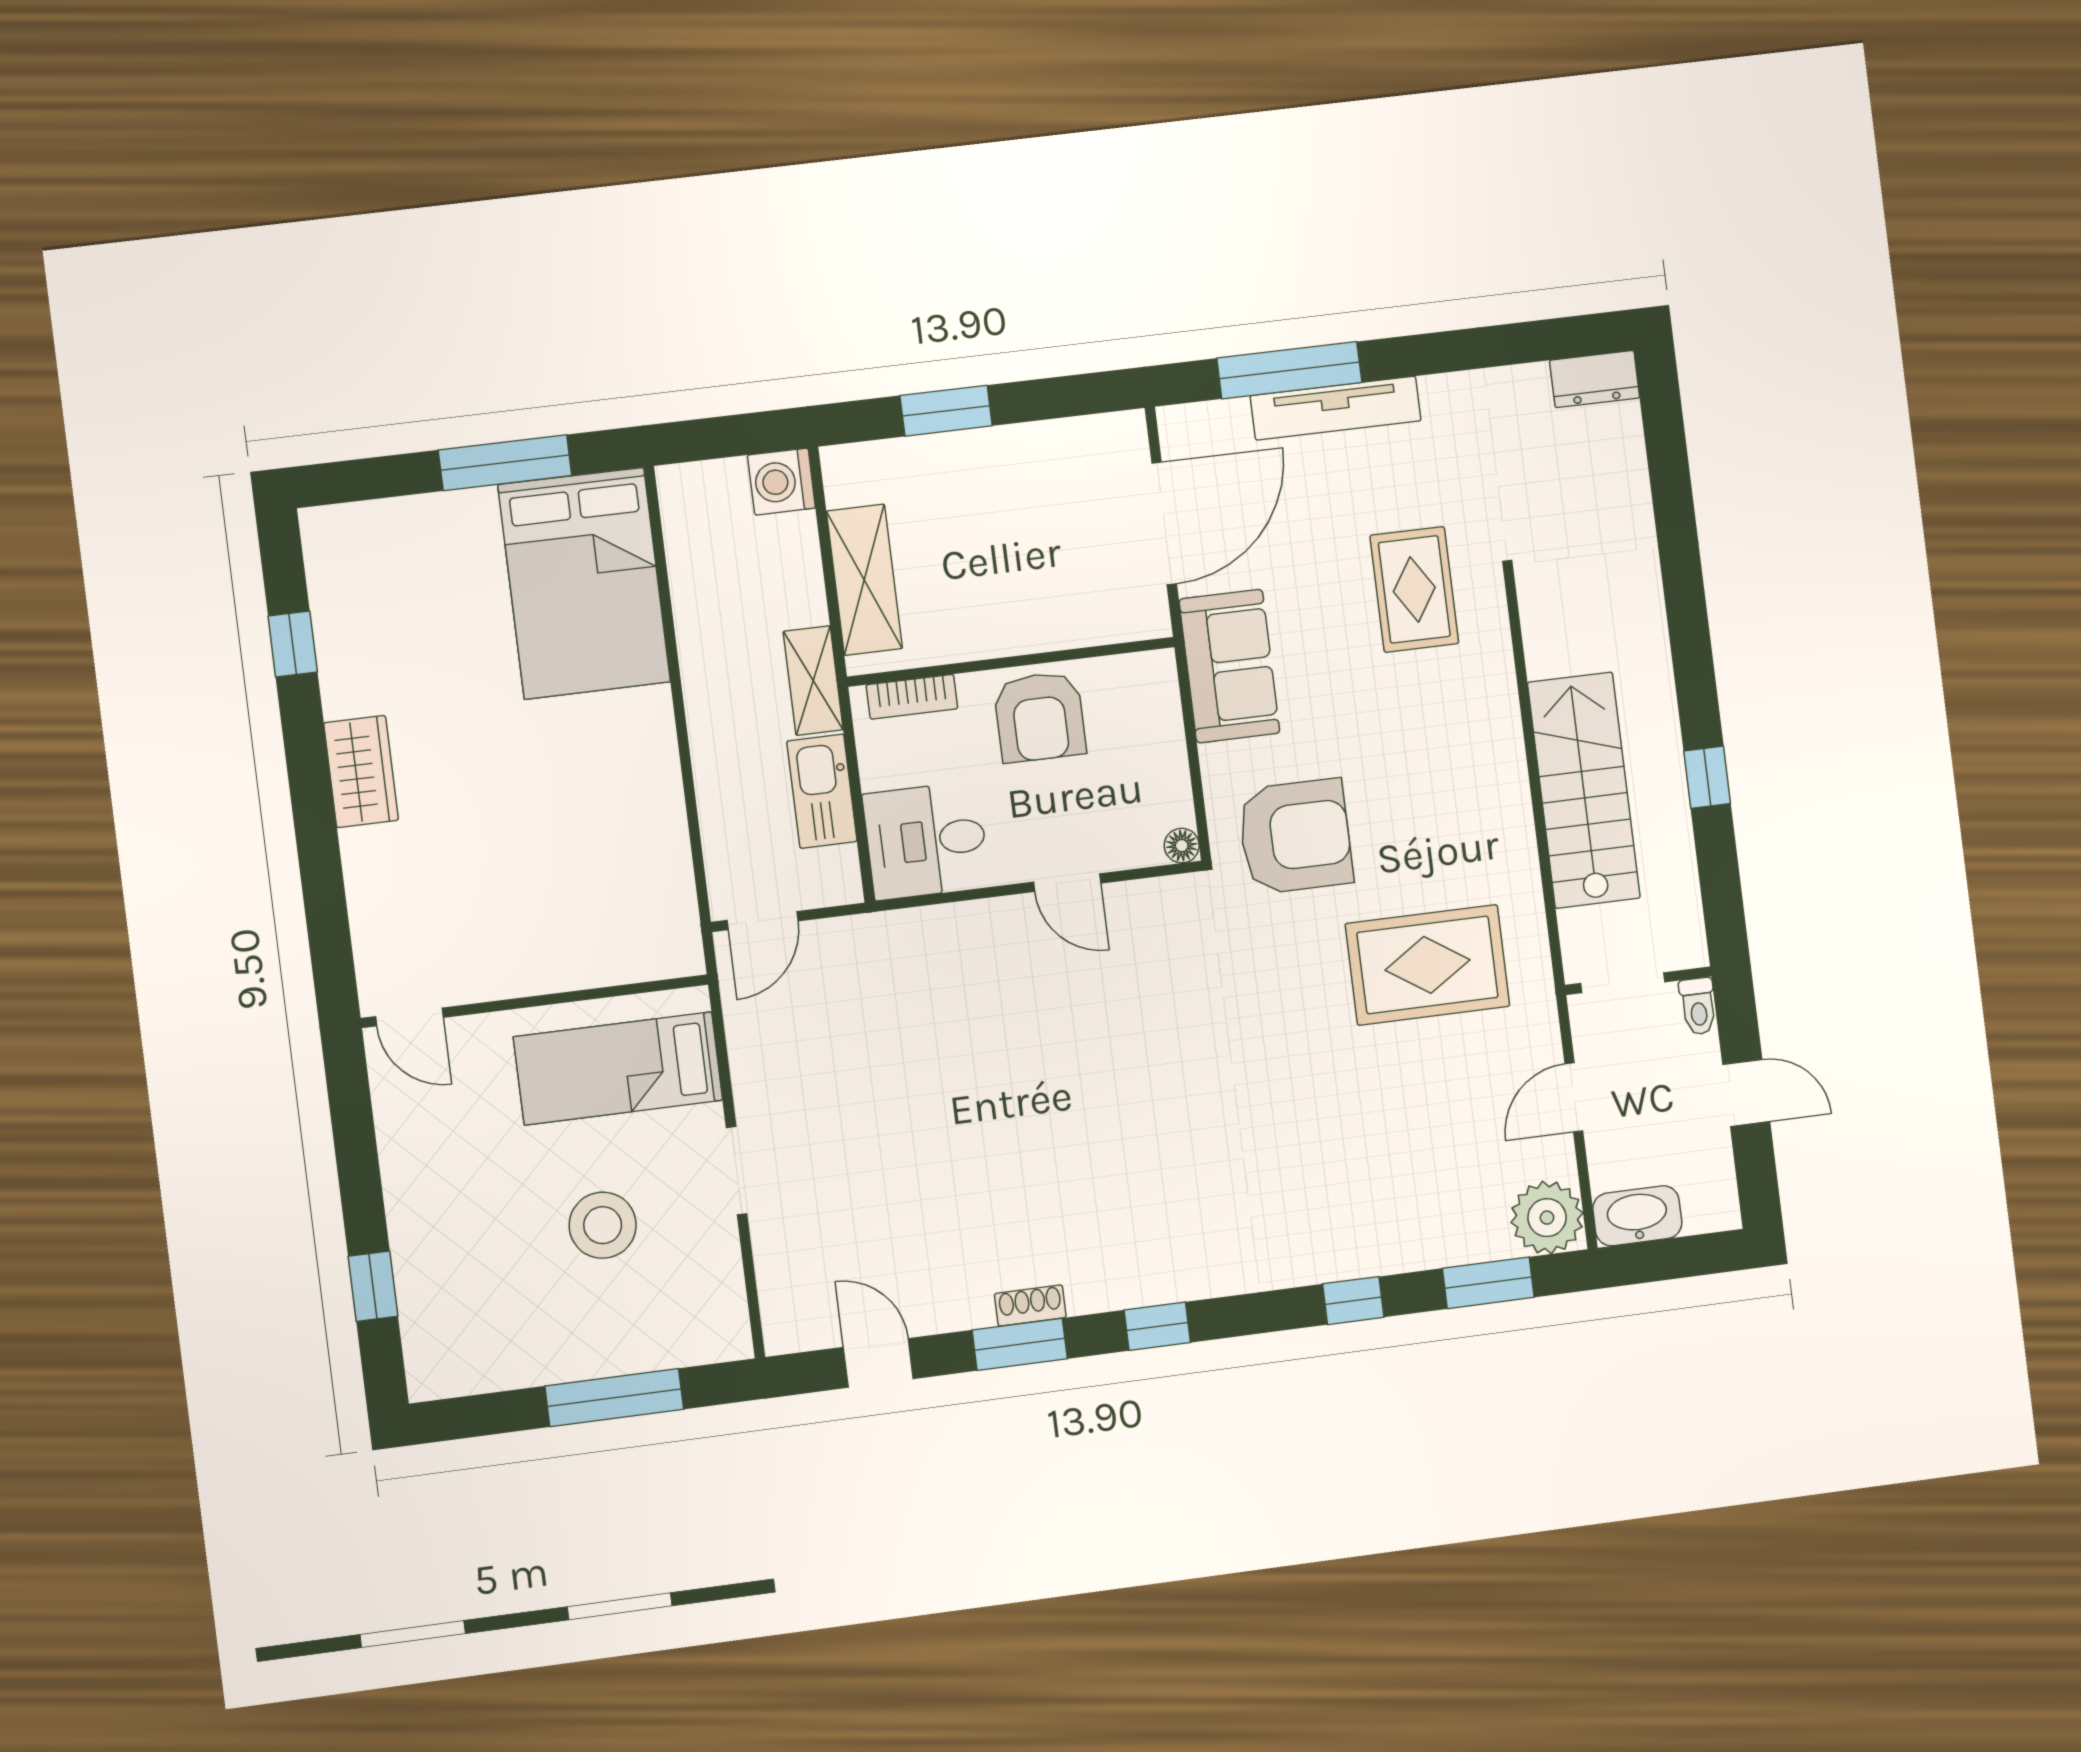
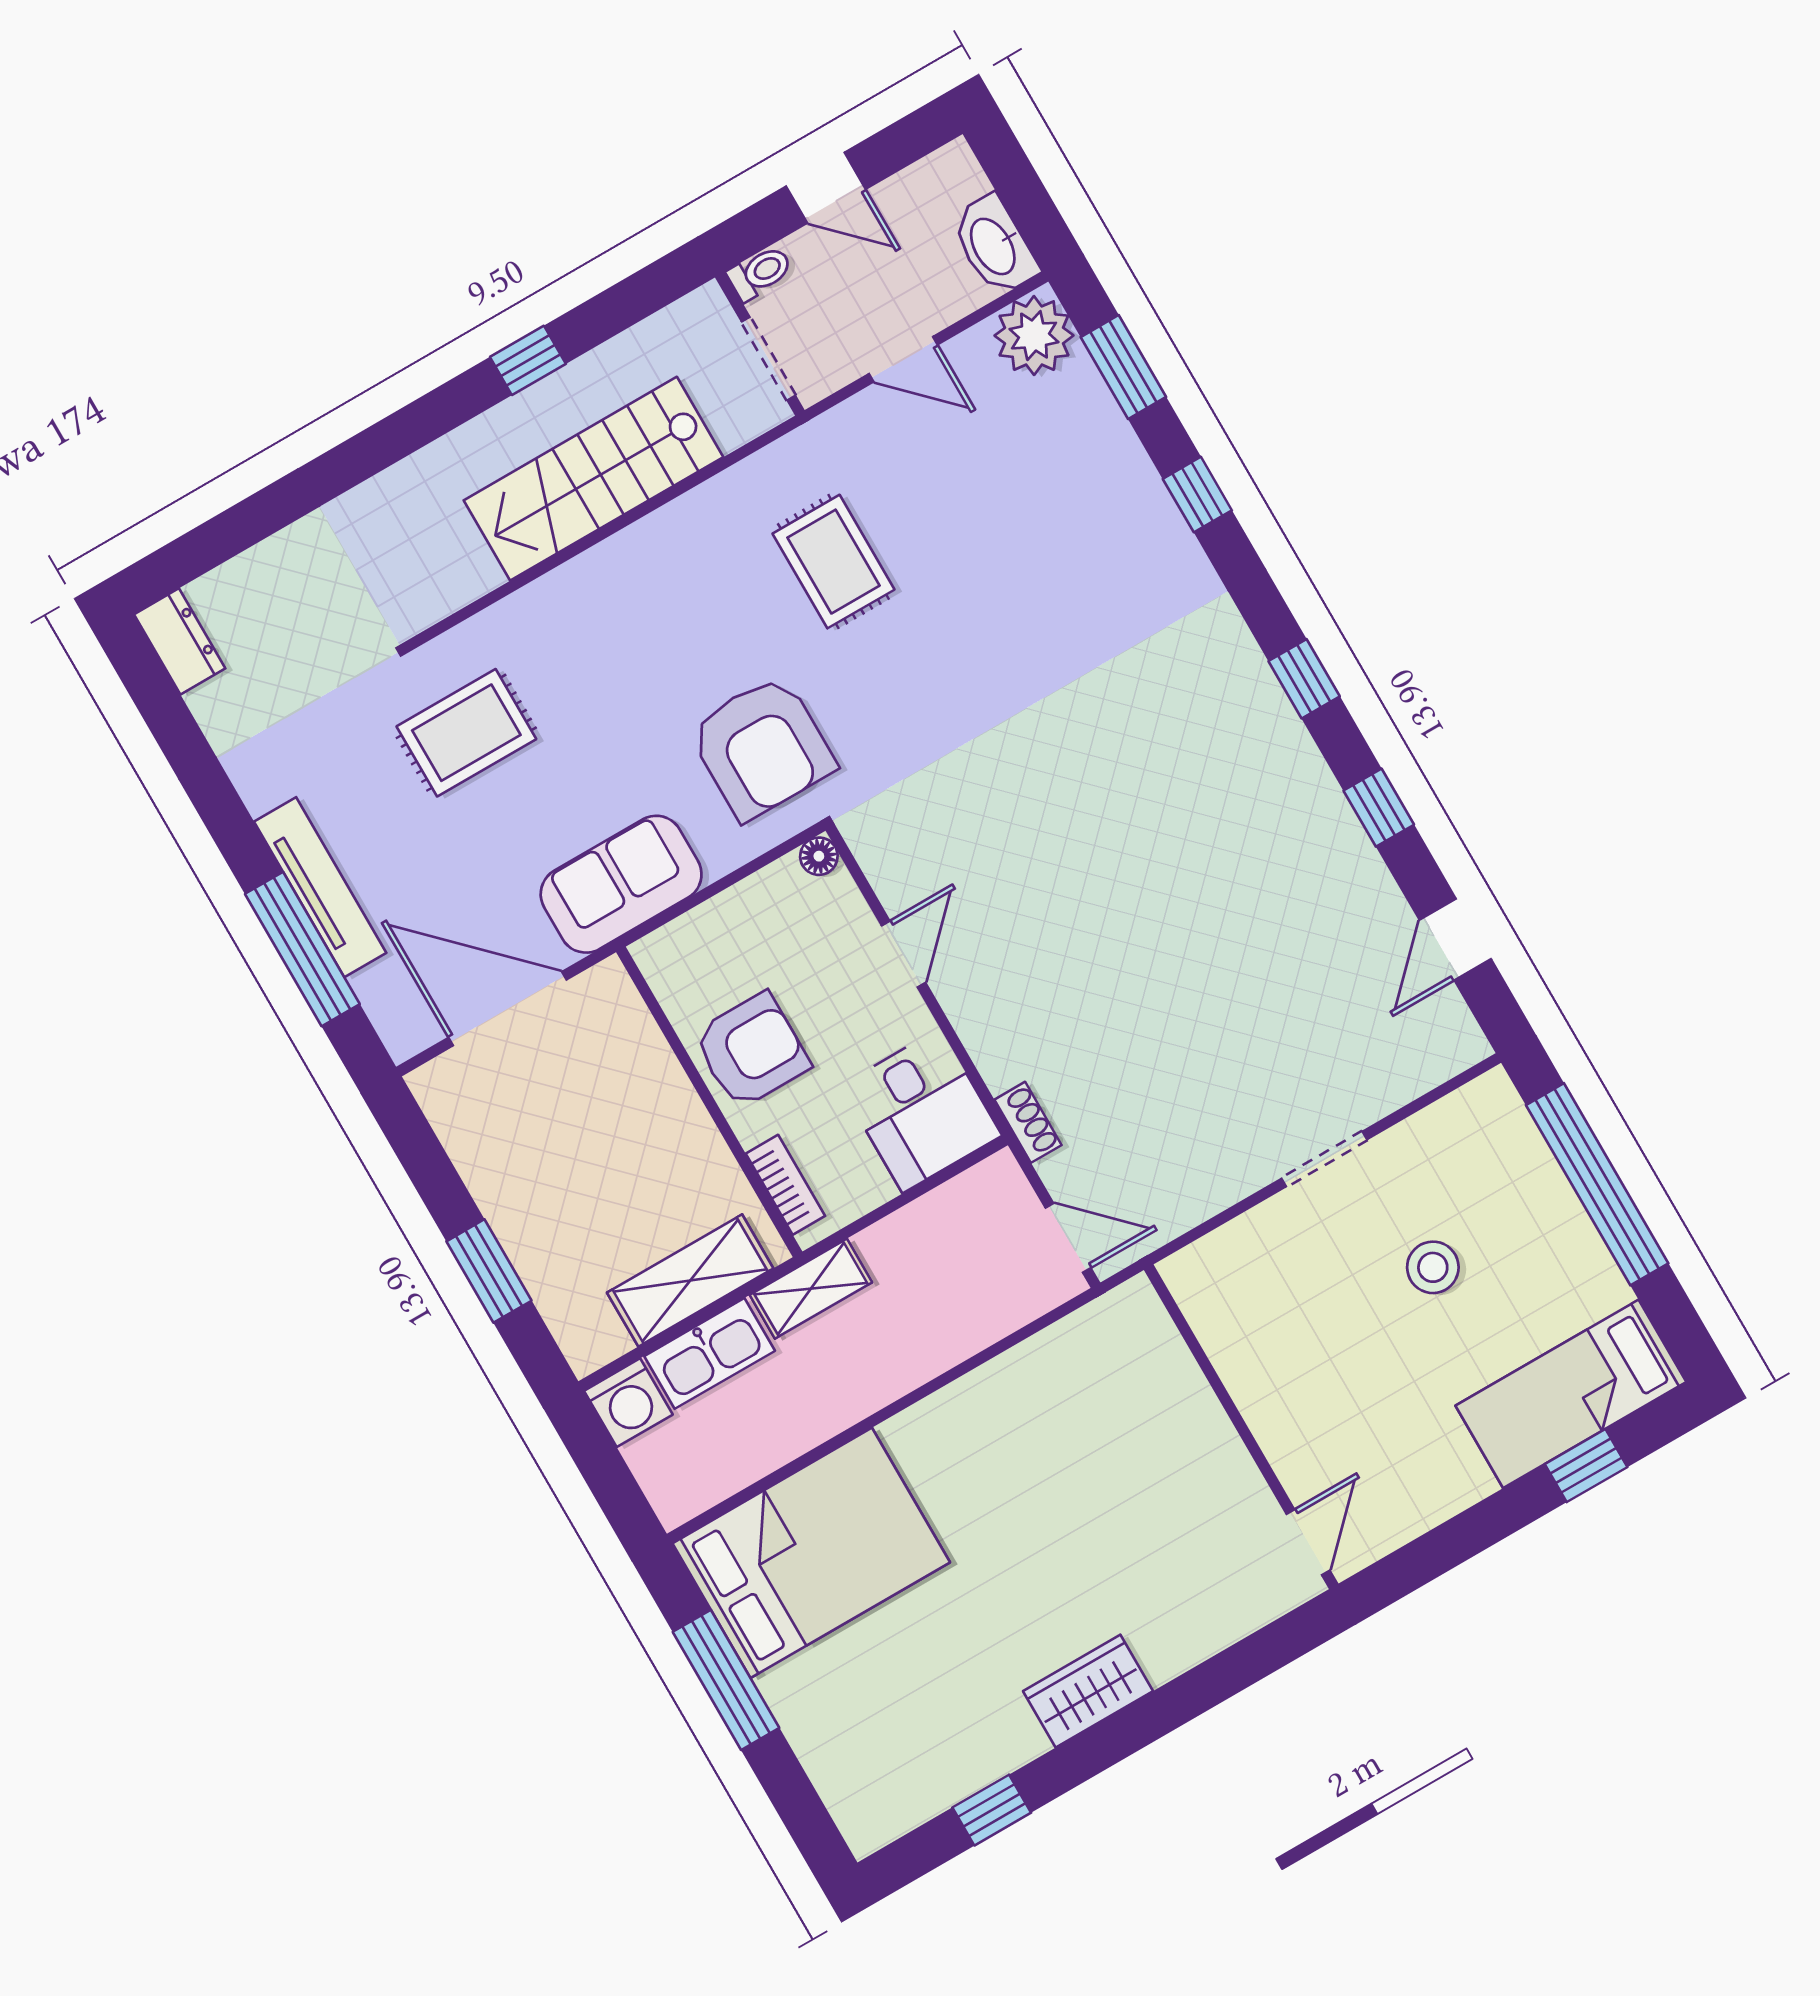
kitchen sink: (822, 791) -> (710, 1353), moved
armchair: (1295, 836) -> (762, 747), turned 180
rug: (1427, 965) -> (833, 562), width x0.73, depth x0.70
bed: (618, 1068) -> (1571, 1394), moved, turned 90
door: (1746, 1093) -> (826, 188), swing flipped
stool: (603, 1225) -> (1433, 1267), width x0.73, depth x0.73
shoe rack: (1030, 1306) -> (1028, 1122), moved, turned 180
window: (1020, 1344) -> (1379, 808), width x0.67
window: (614, 1398) -> (1597, 1184), width x1.46

